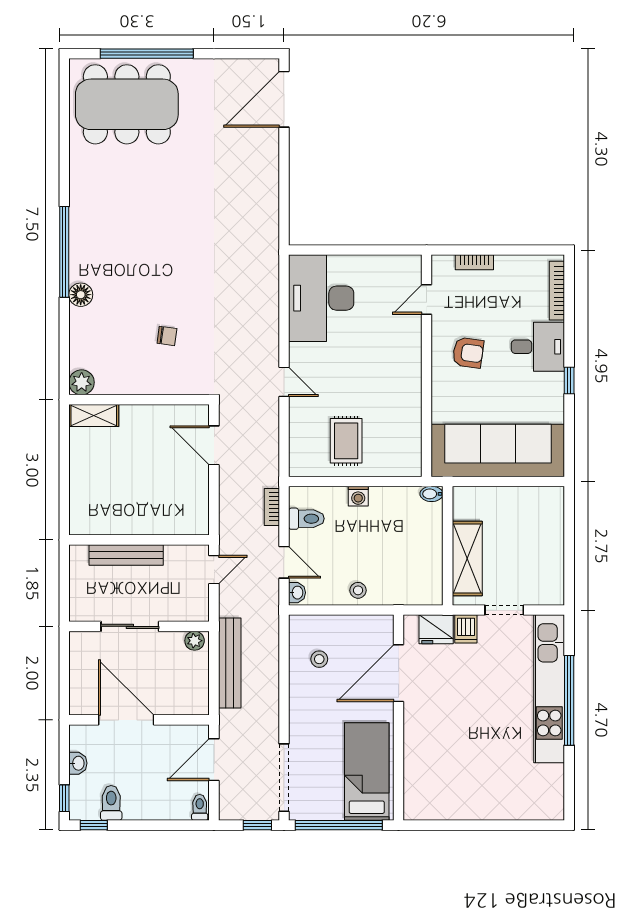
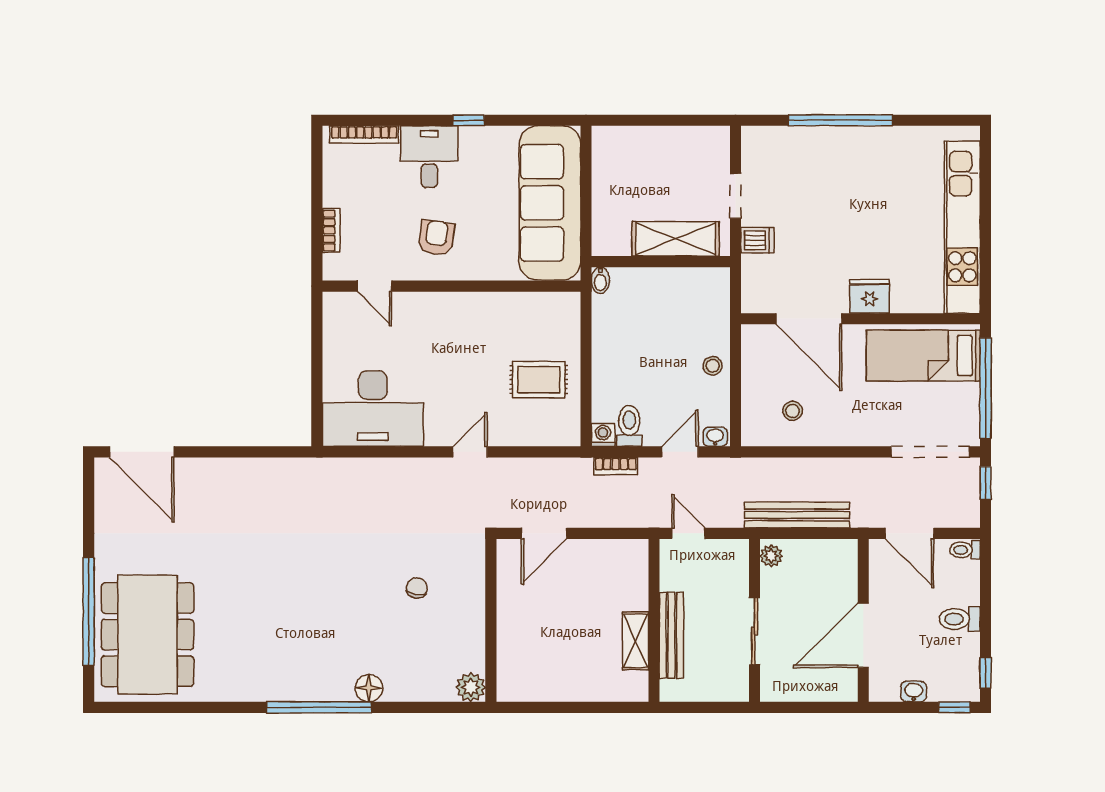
shelving: (94, 416) -> (635, 641), moved
washing machine: (358, 496) -> (603, 435), moved, turned -90
fridge: (436, 629) -> (870, 296), moved, turned -90
kitchen unit: (549, 689) -> (962, 227), moved, turned 90
toilet: (111, 803) -> (960, 619), moved

